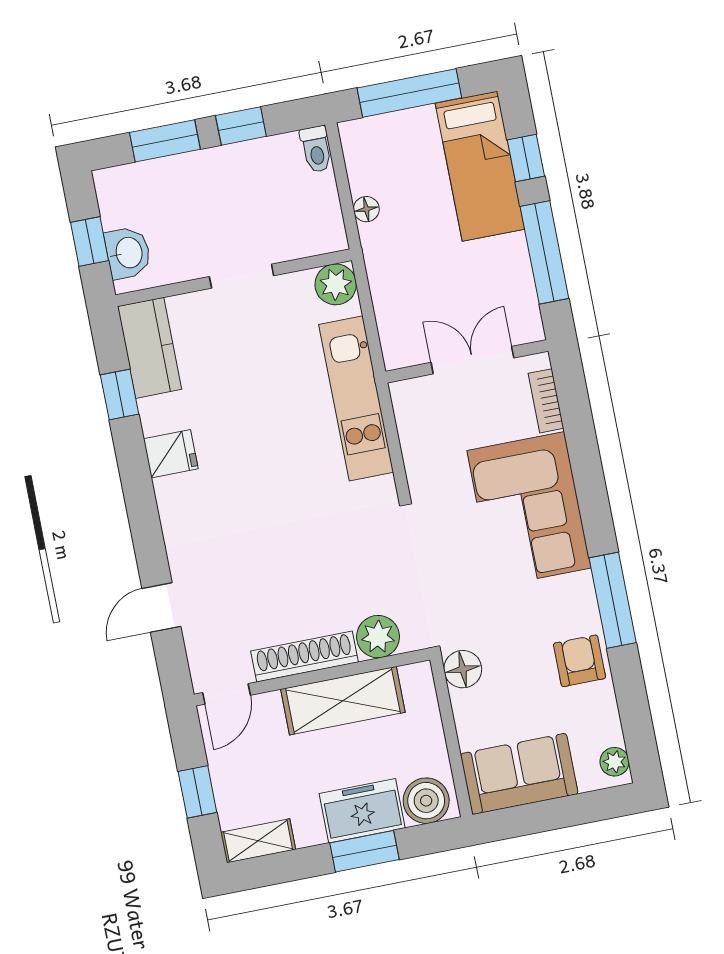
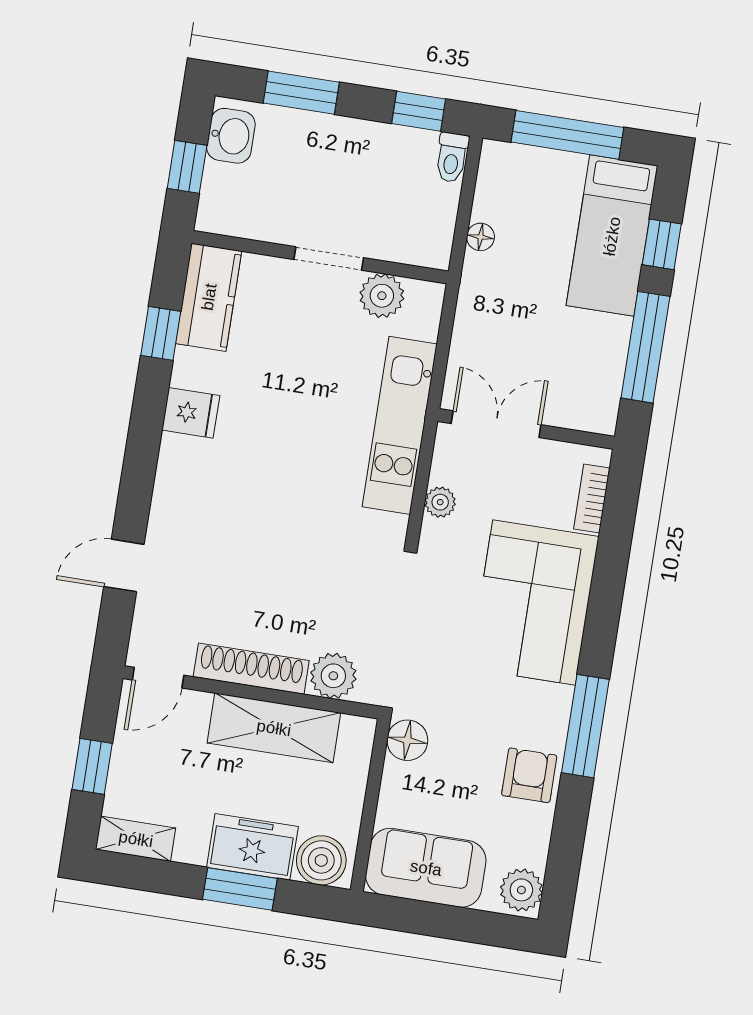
window: (241, 126) -> (419, 111), moved
washbasin: (128, 253) -> (231, 136), moved
plant: (336, 284) -> (382, 296), moved
double door: (472, 360) -> (496, 424), moved
plant: (416, 452) -> (440, 502), added
plant: (614, 762) -> (521, 890), width x1.38, depth x1.38

